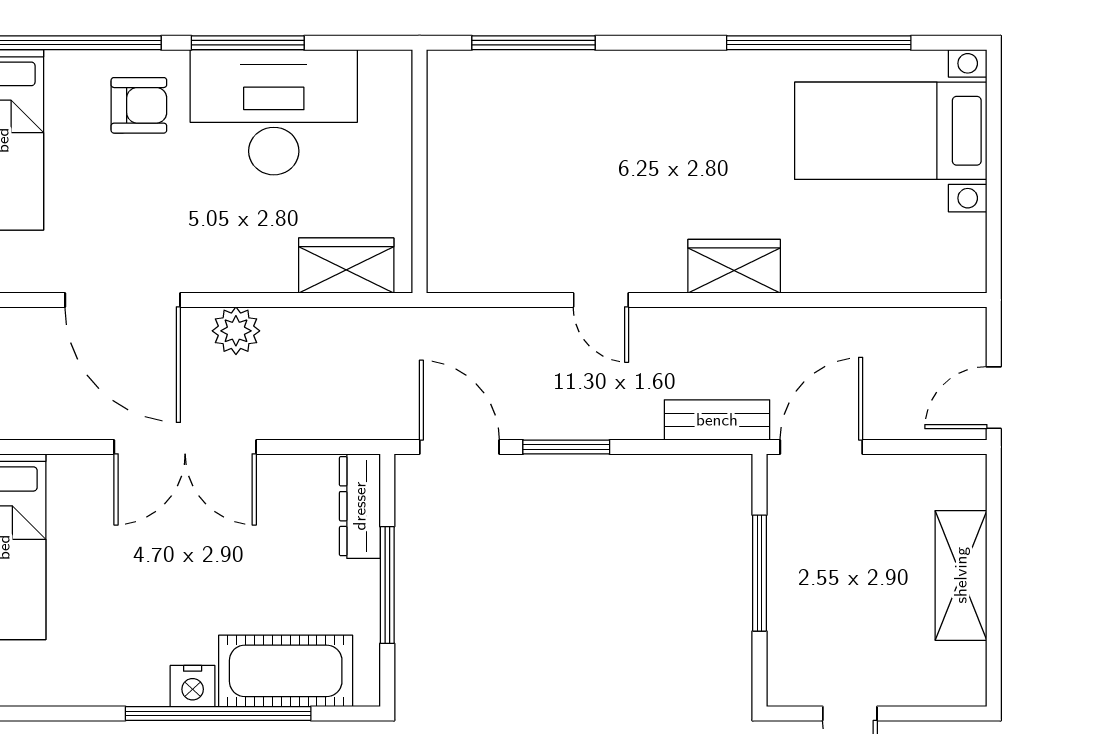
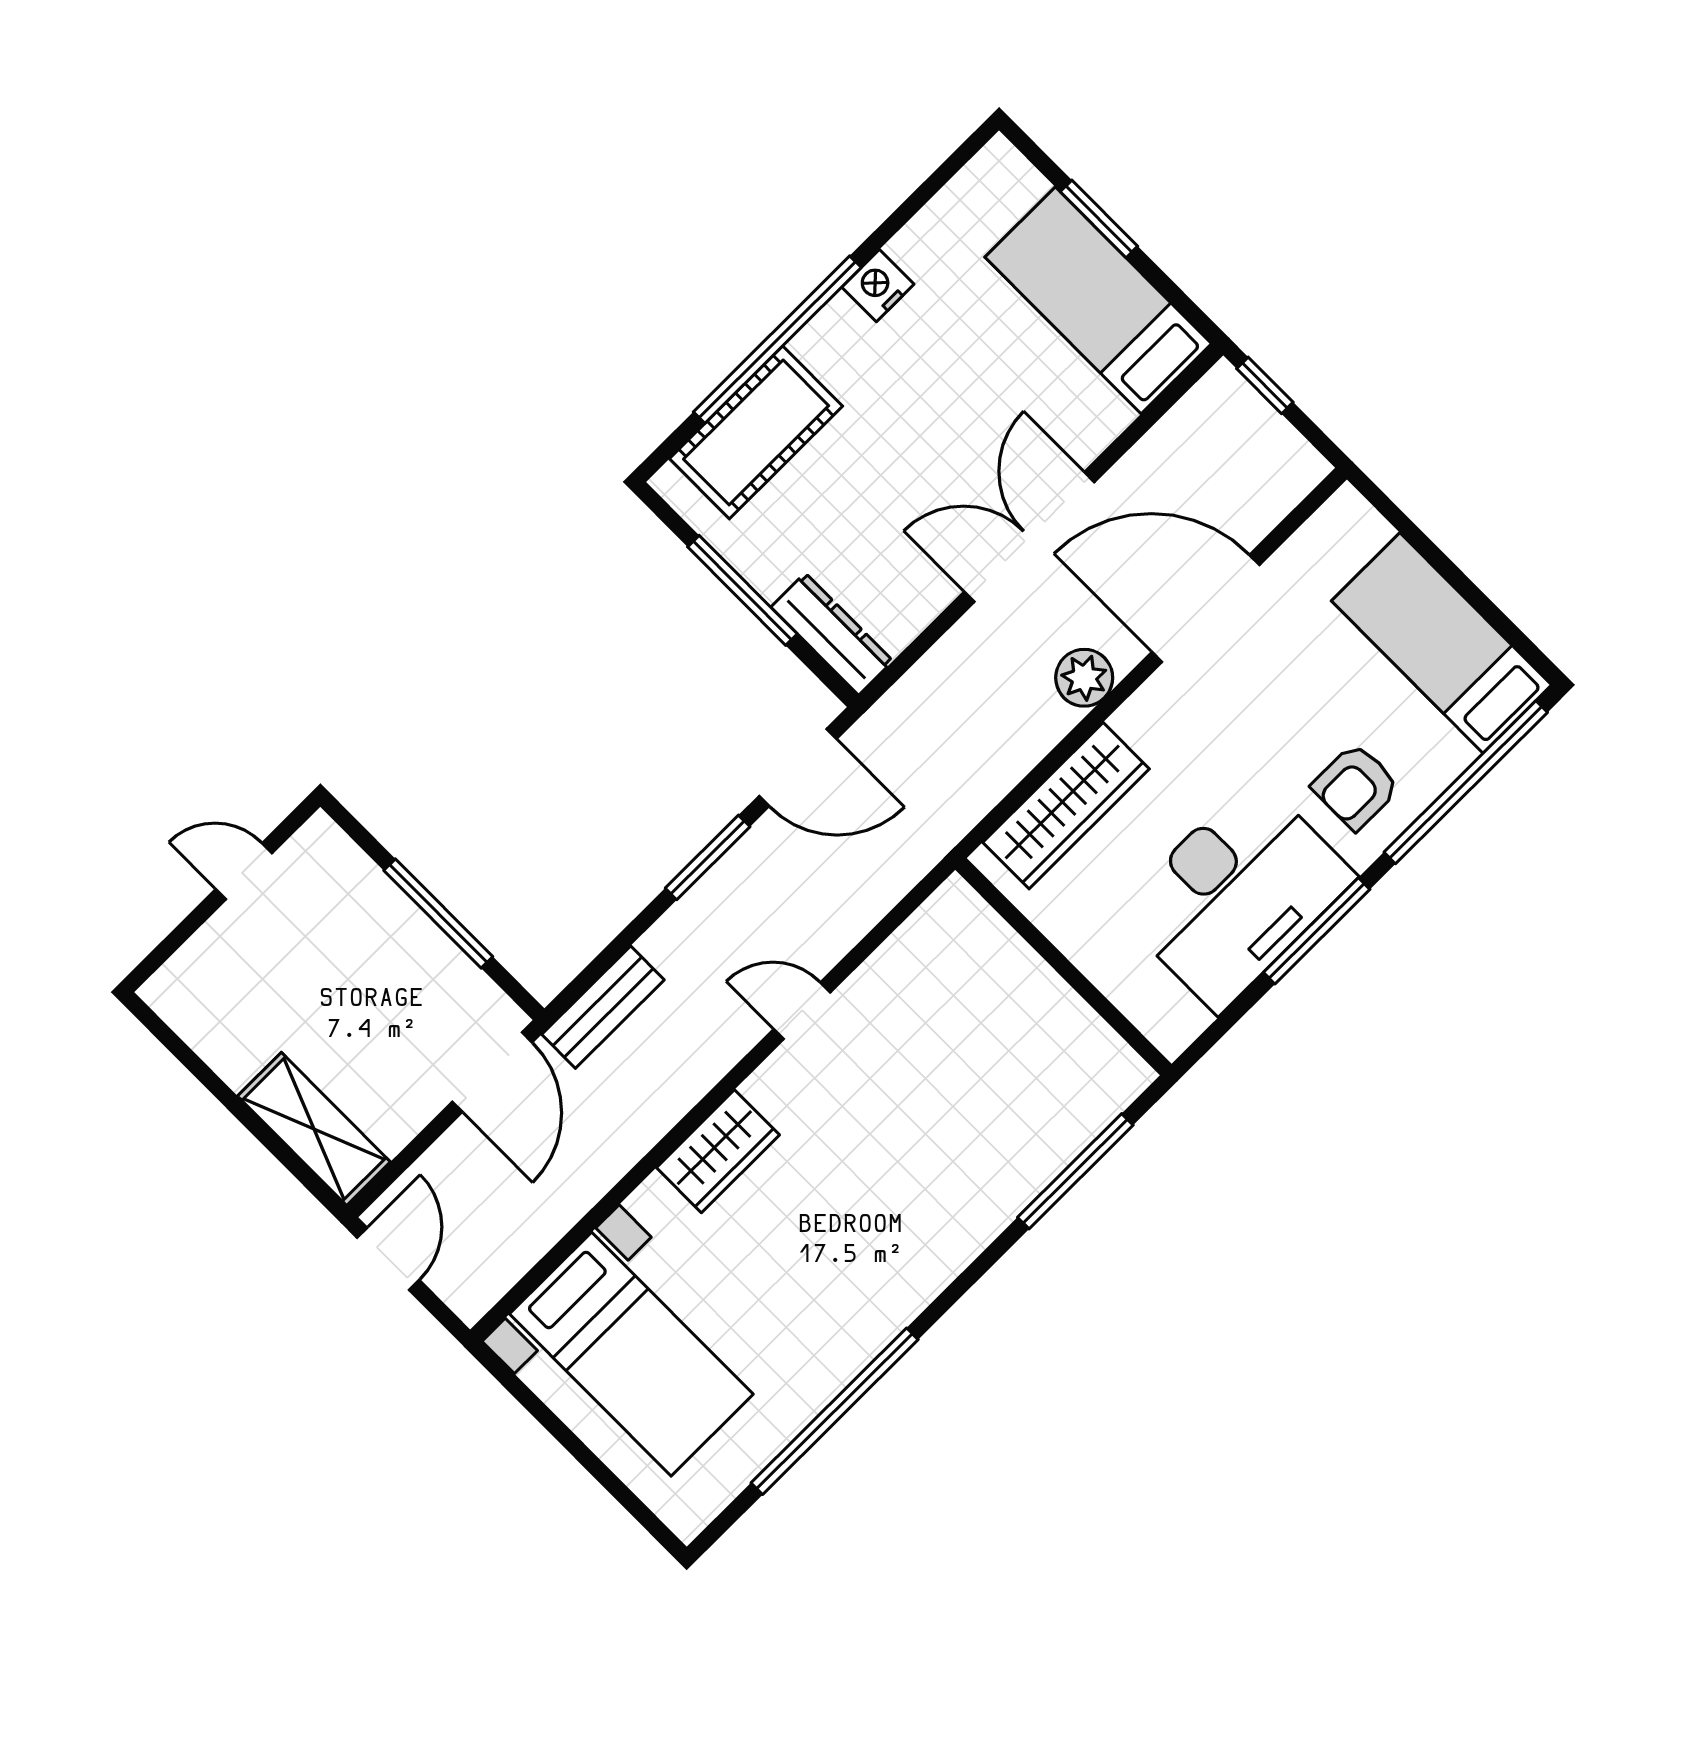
bed with nightstands: (891, 131) -> (631, 1354), moved, turned 90
wardrobe: (346, 265) -> (1066, 806), width x1.50
shelving: (961, 575) -> (314, 1129), moved
nightstand: (193, 686) -> (878, 286), moved

